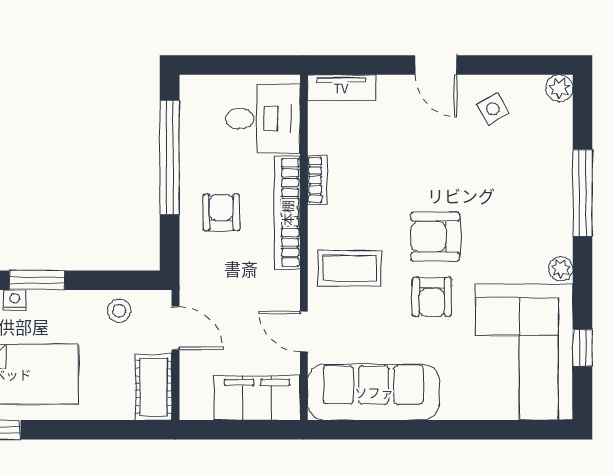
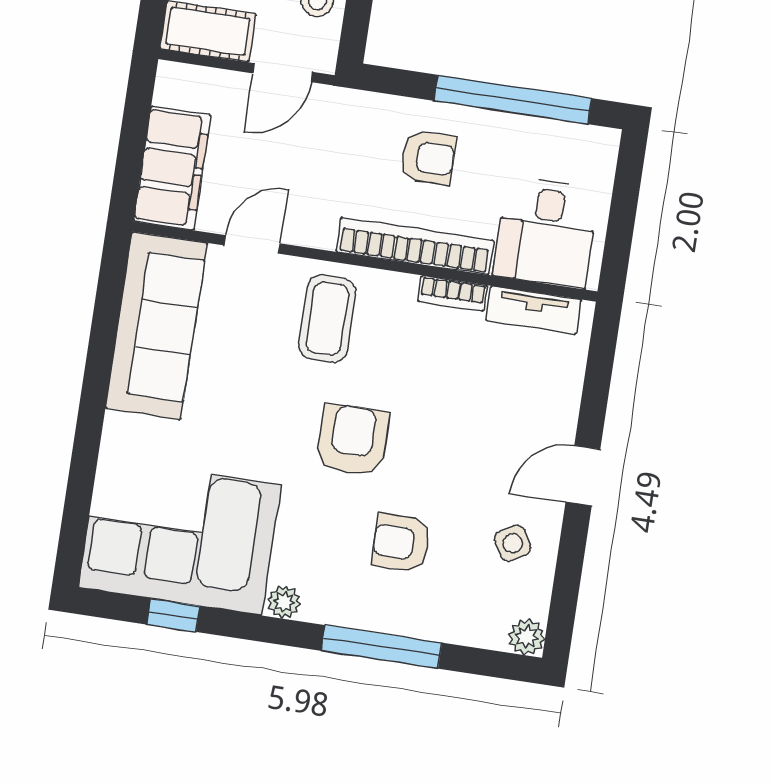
tv unit: (341, 88) -> (534, 310), moved, turned -90
armchair: (432, 297) -> (401, 543), moved

